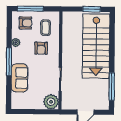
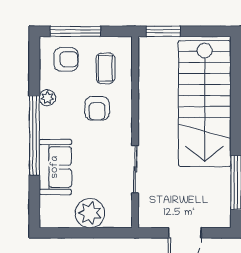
window: (92, 9) -> (163, 31), moved
window: (9, 62) -> (34, 136), width x1.46
plant: (51, 102) -> (90, 213), moved

